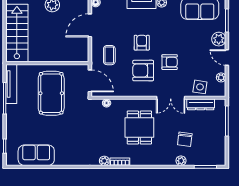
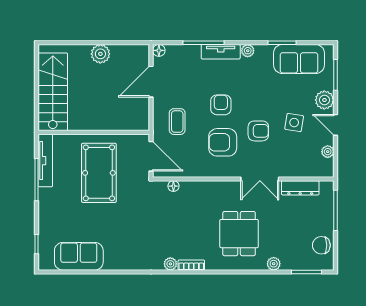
side table: (200, 87) -> (294, 123), moved
dining table: (139, 127) -> (239, 234), moved
chair: (185, 139) -> (321, 245), moved, turned 83

